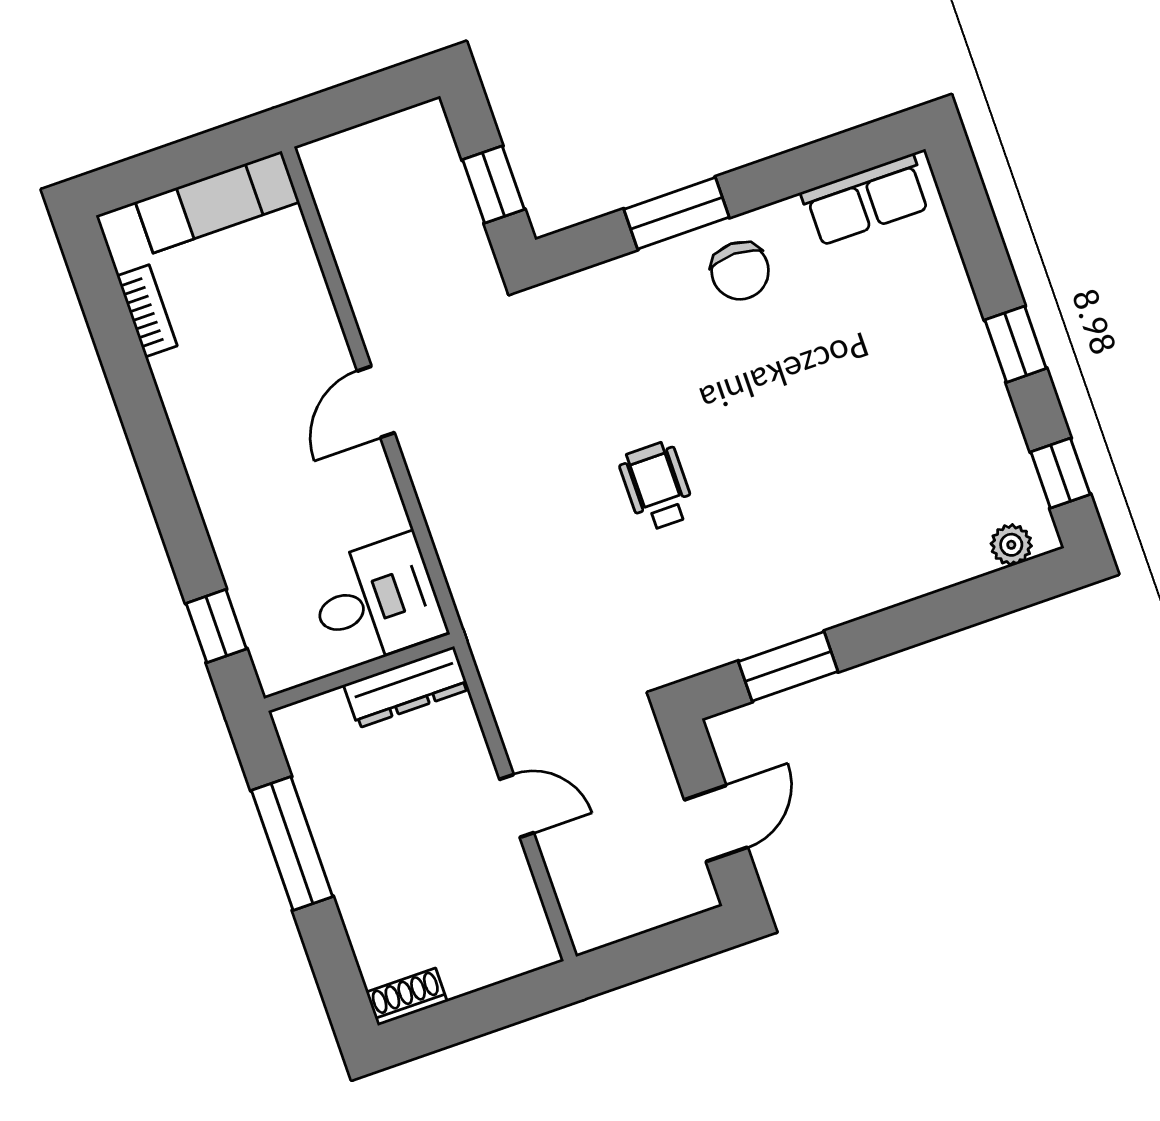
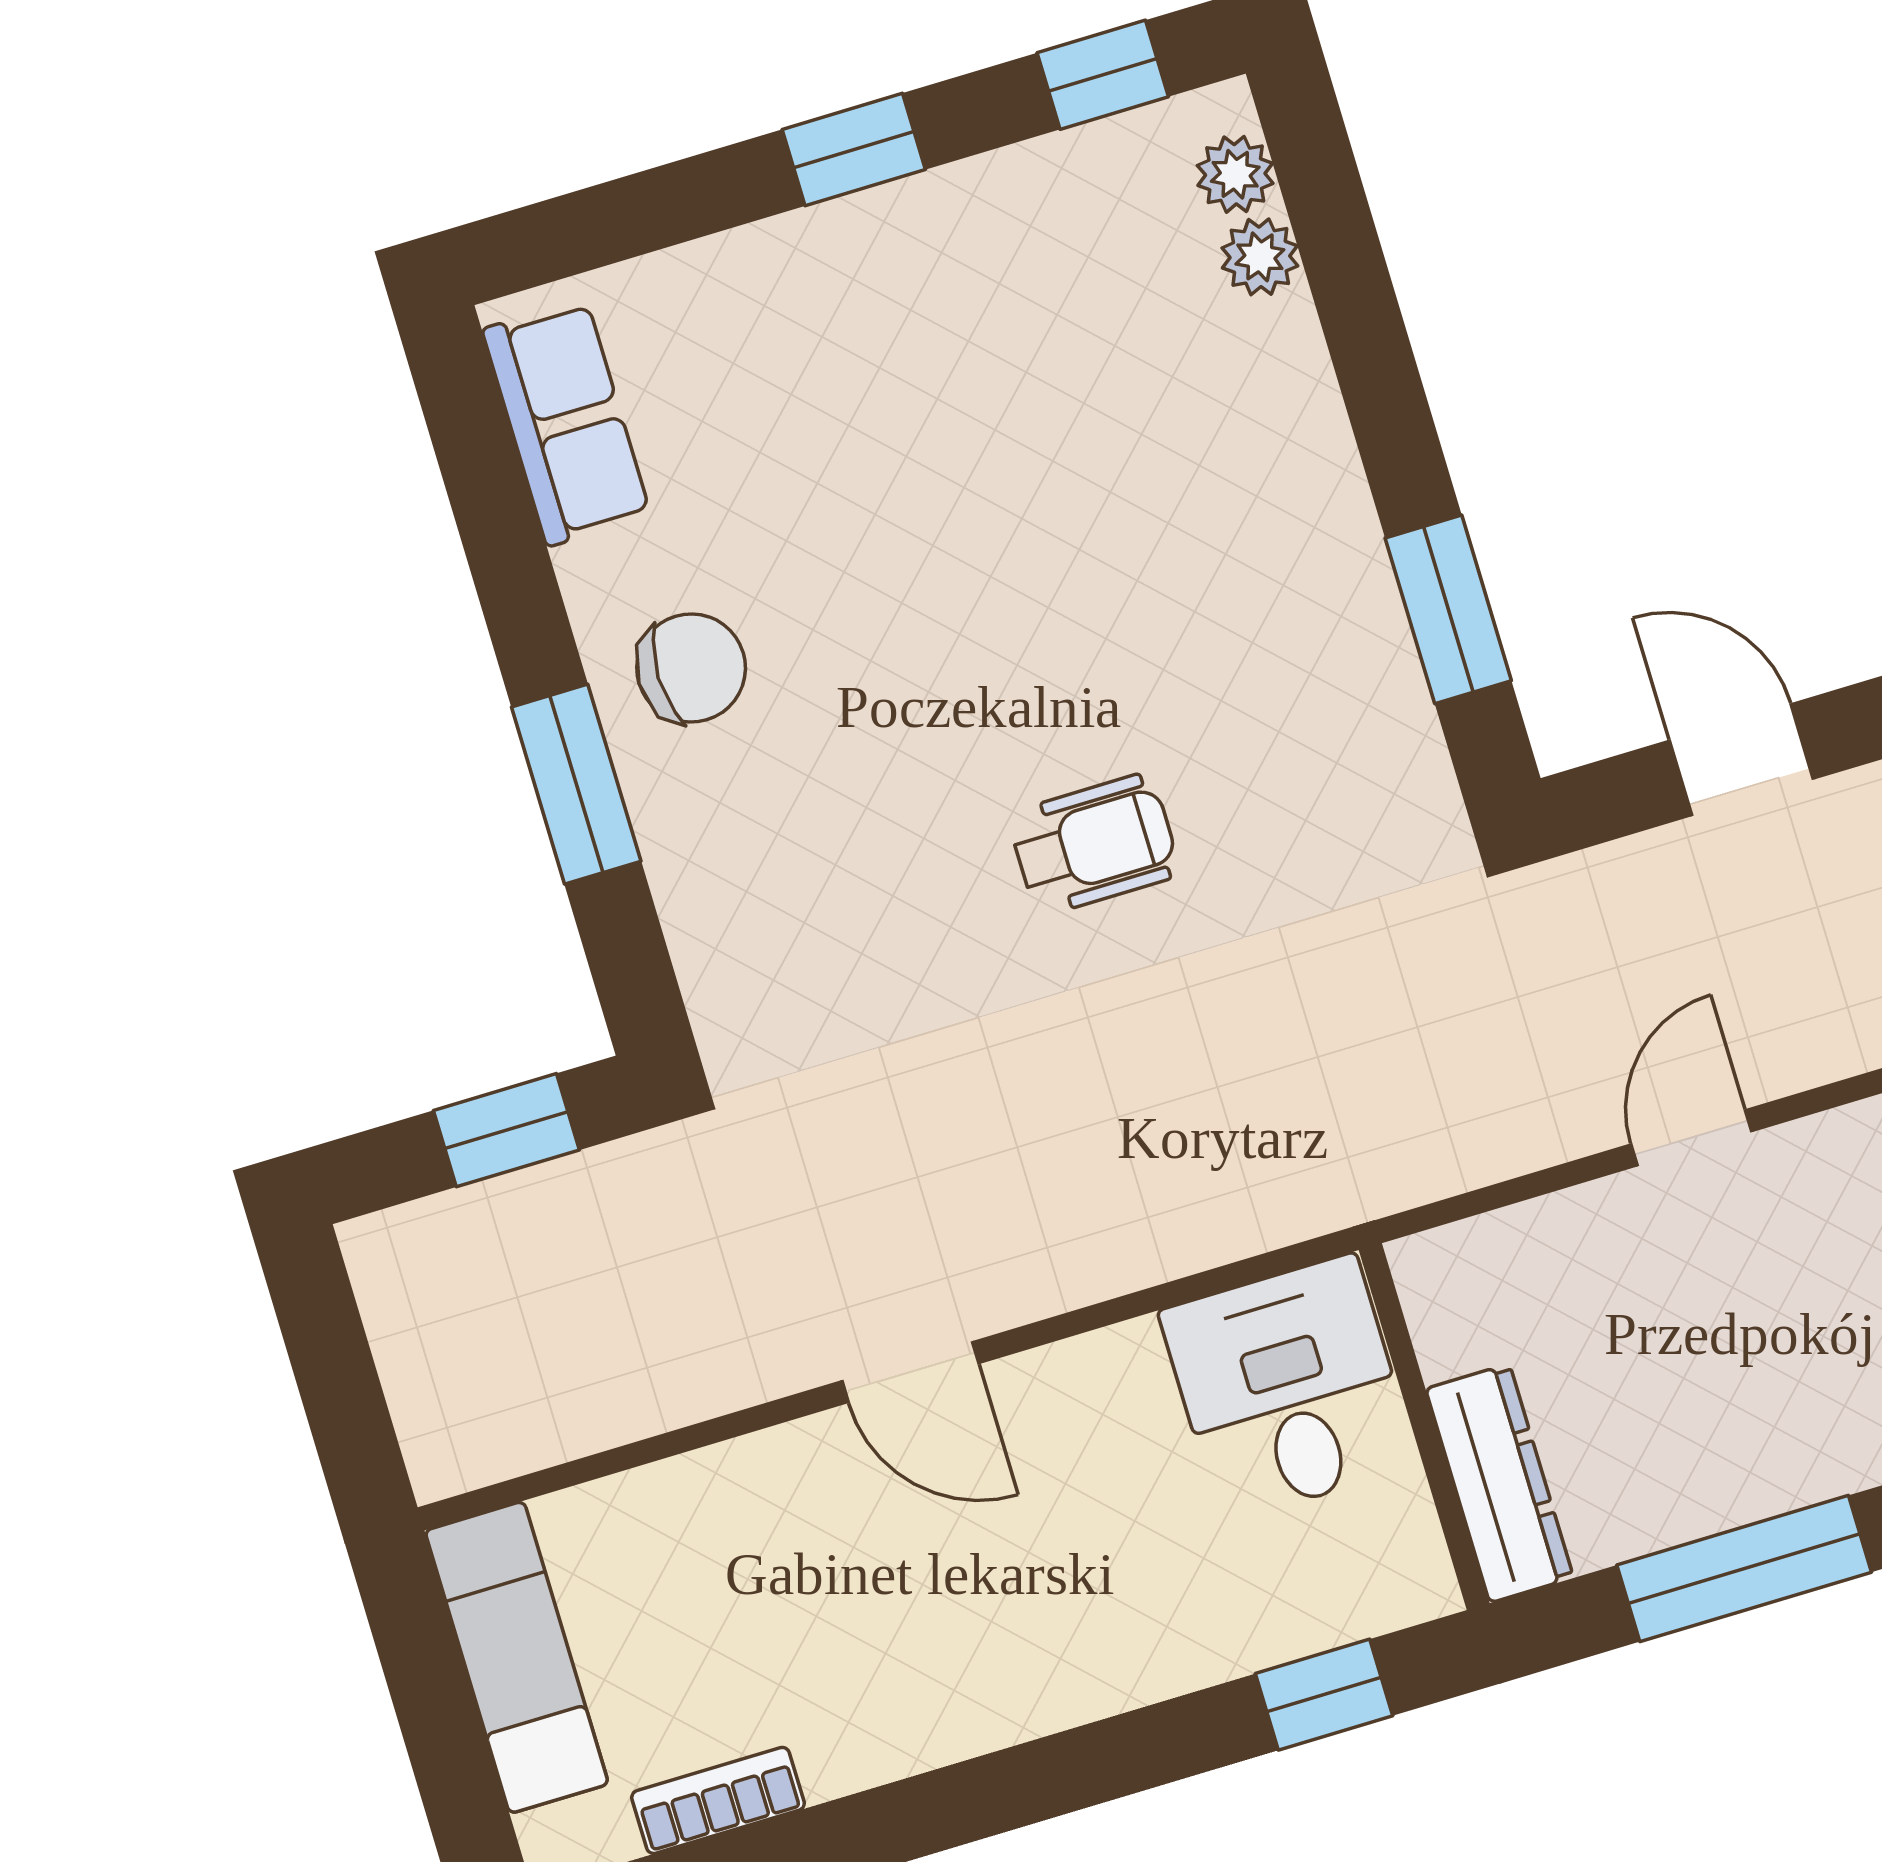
wheelchair: (657, 486) -> (1094, 844), turned 180
plant: (969, 560) -> (1260, 257), added
dresser: (406, 687) -> (1500, 1483), moved

